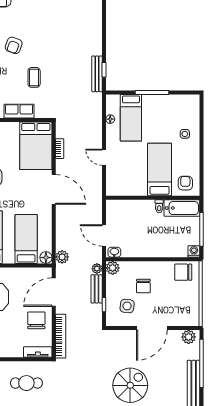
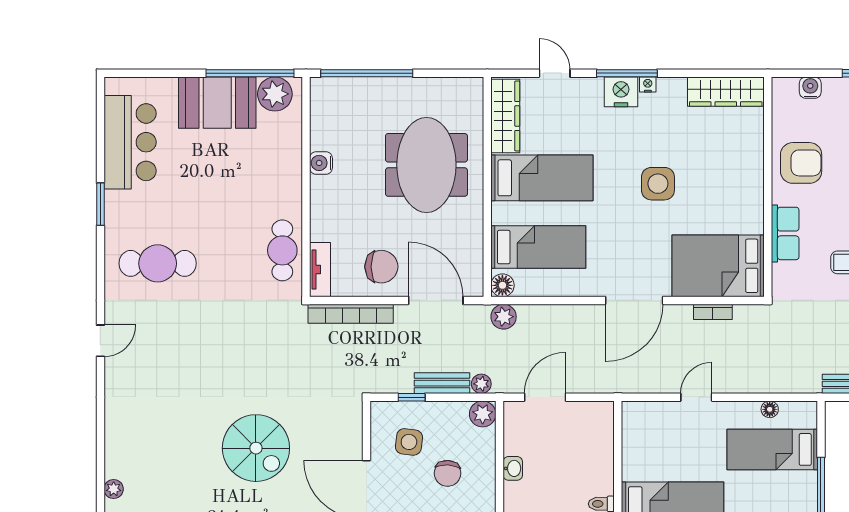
washbasin: (114, 252) -> (513, 468), moved
chair: (143, 286) -> (448, 473), turned -87
cafe table: (26, 383) -> (282, 250), moved

